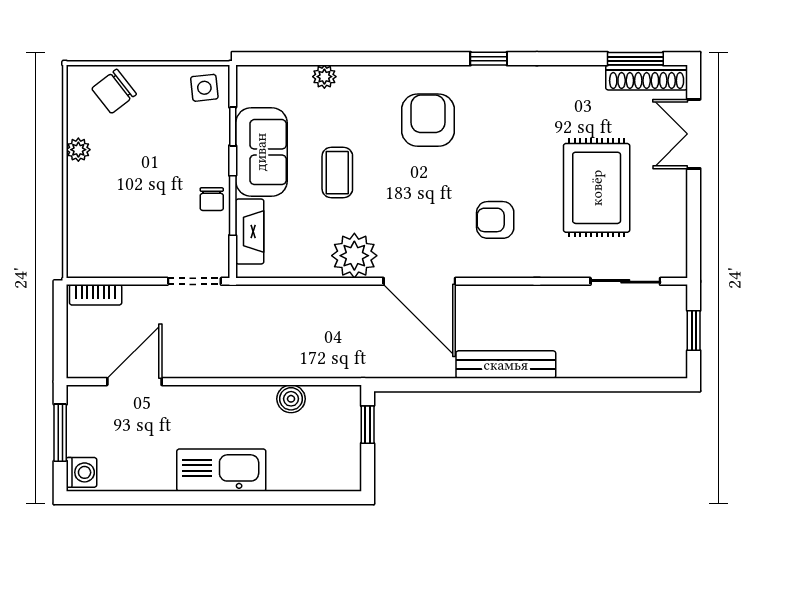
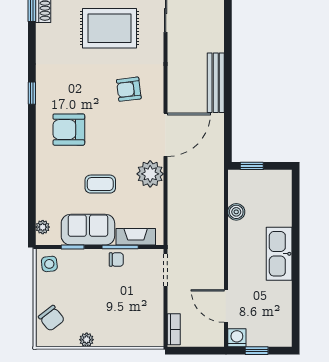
plant: (324, 77) -> (43, 227), moved
armchair: (495, 220) -> (129, 89), turned 83
window: (60, 433) -> (257, 351), width x0.67
washing machine: (82, 472) -> (237, 338), moved

